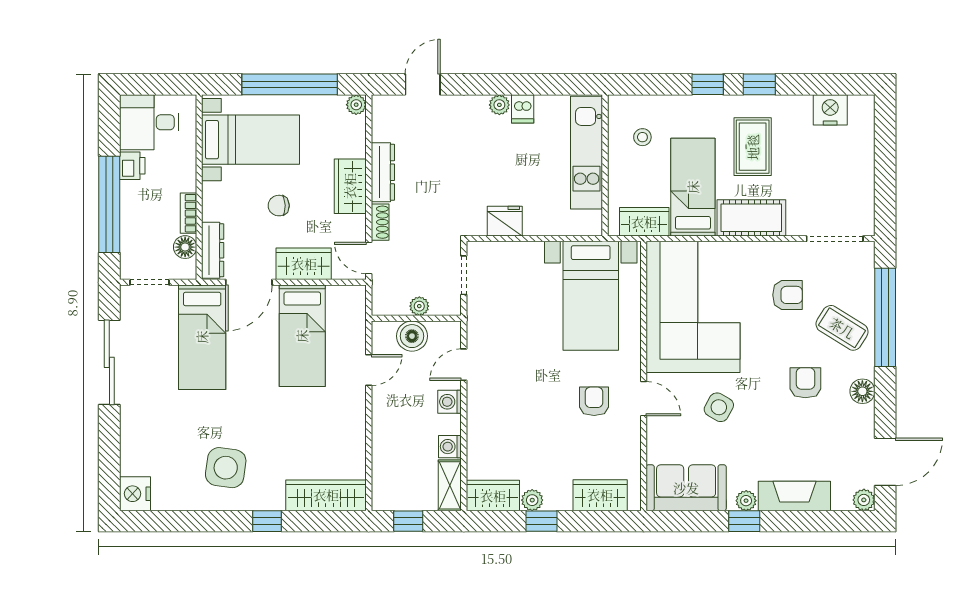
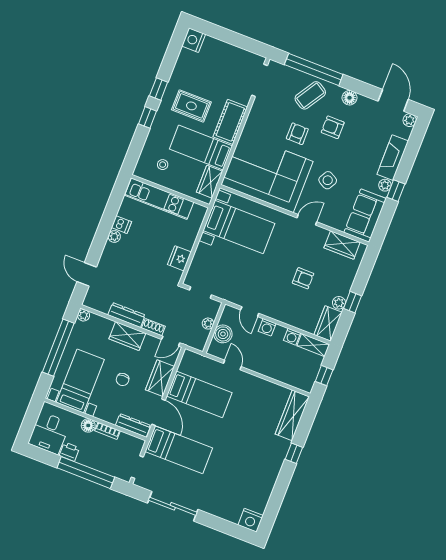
nightstand: (830, 110) -> (194, 40), moved
floor lamp: (185, 247) -> (88, 425), moved
armchair: (788, 295) -> (297, 134), moved
armchair: (594, 401) -> (303, 278), moved, turned 180
side table: (226, 468) -> (256, 465), removed
wardrobe: (600, 495) -> (342, 245), moved, turned -90

